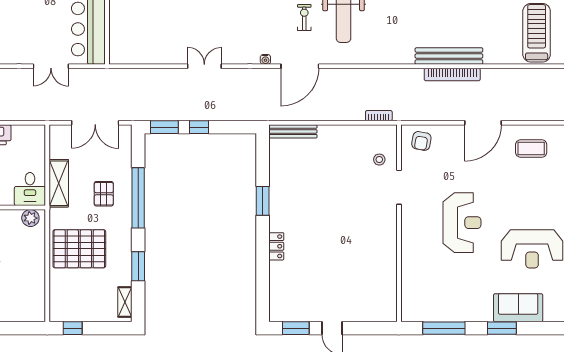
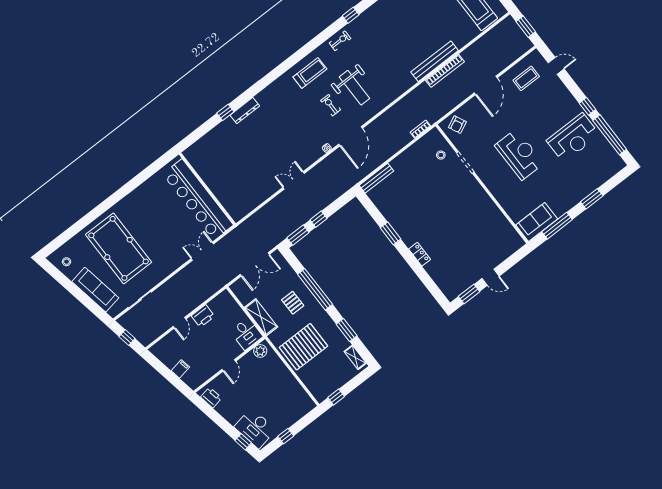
double door: (51, 66) -> (202, 251), swing flipped
armchair: (421, 141) -> (457, 125), turned 55
sofa: (518, 308) -> (537, 222), moved

